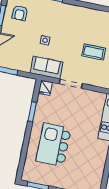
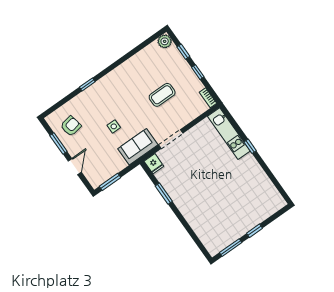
armchair: (20, 13) -> (71, 126), turned -101
kitchen island: (53, 145) -> (208, 202), removed

